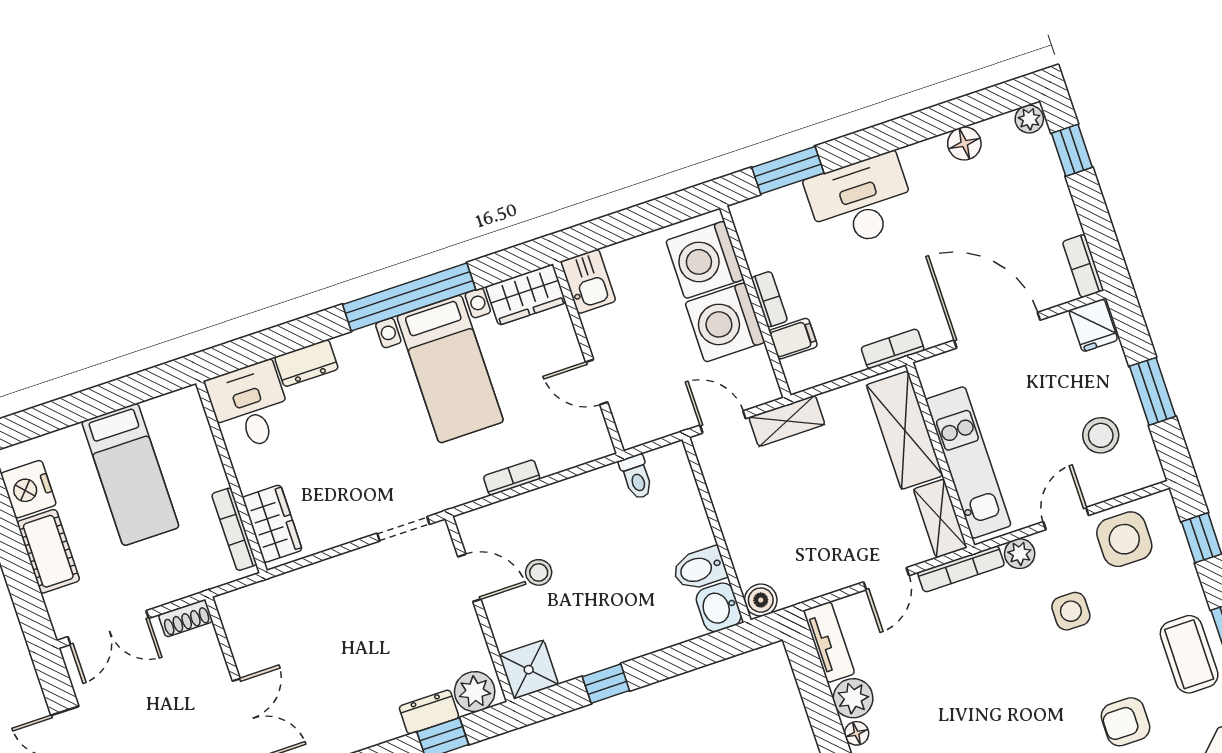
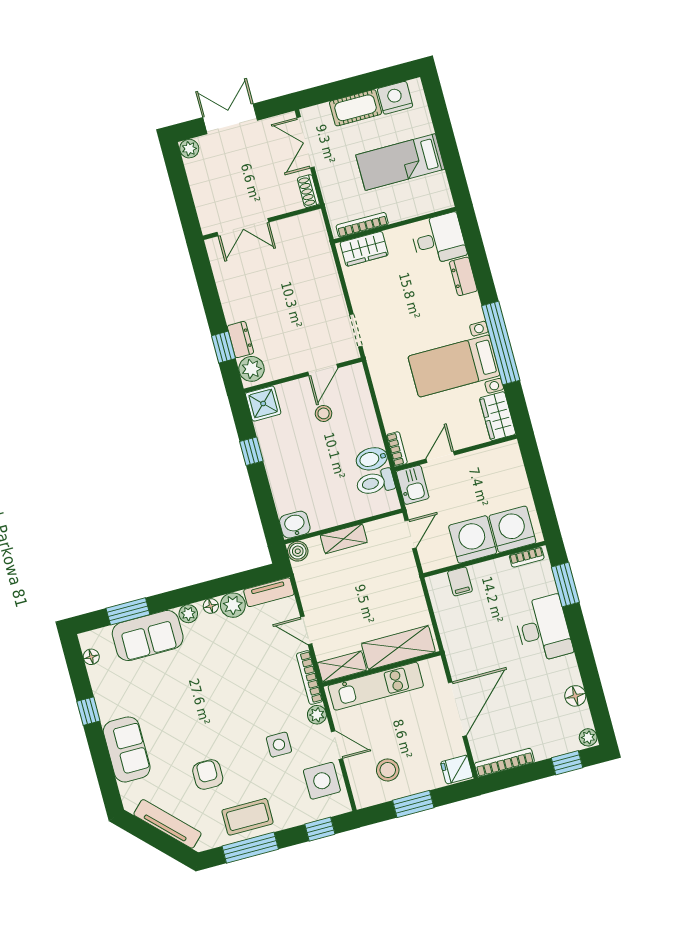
bookcase: (1083, 266) -> (504, 763), width x1.56
kitchen sink: (588, 281) -> (413, 485), moved, turned -90
bookcase: (769, 299) -> (527, 557), moved
bookcase: (893, 349) -> (450, 643), removed
shelving: (787, 421) -> (344, 539), moved, turned 90
toilet: (636, 477) -> (375, 482), width x1.37, depth x1.39
bookcase: (512, 478) -> (397, 449), moved
bidet: (699, 569) -> (372, 459), moved, turned -90

